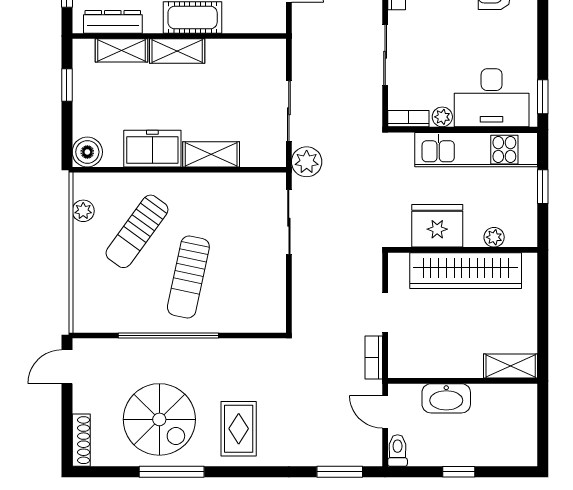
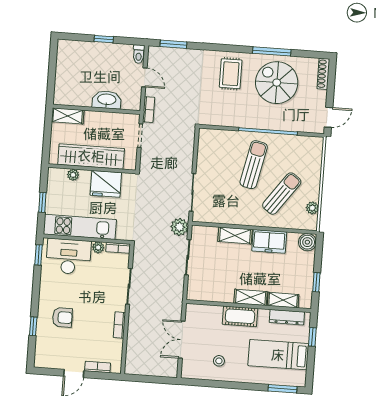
shelving: (511, 366) -> (68, 116), moved
wall: (463, 381) -> (96, 109), moved
washbasin: (446, 398) -> (107, 100), moved

